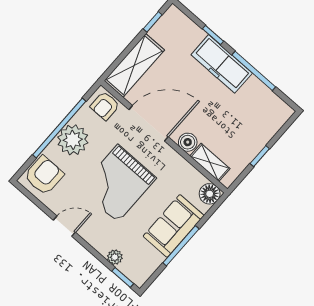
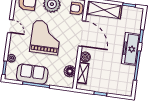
grand piano: (118, 183) -> (46, 37), turned 90
floor lamp: (210, 194) -> (70, 71), moved
sofa: (174, 226) -> (32, 74), moved

